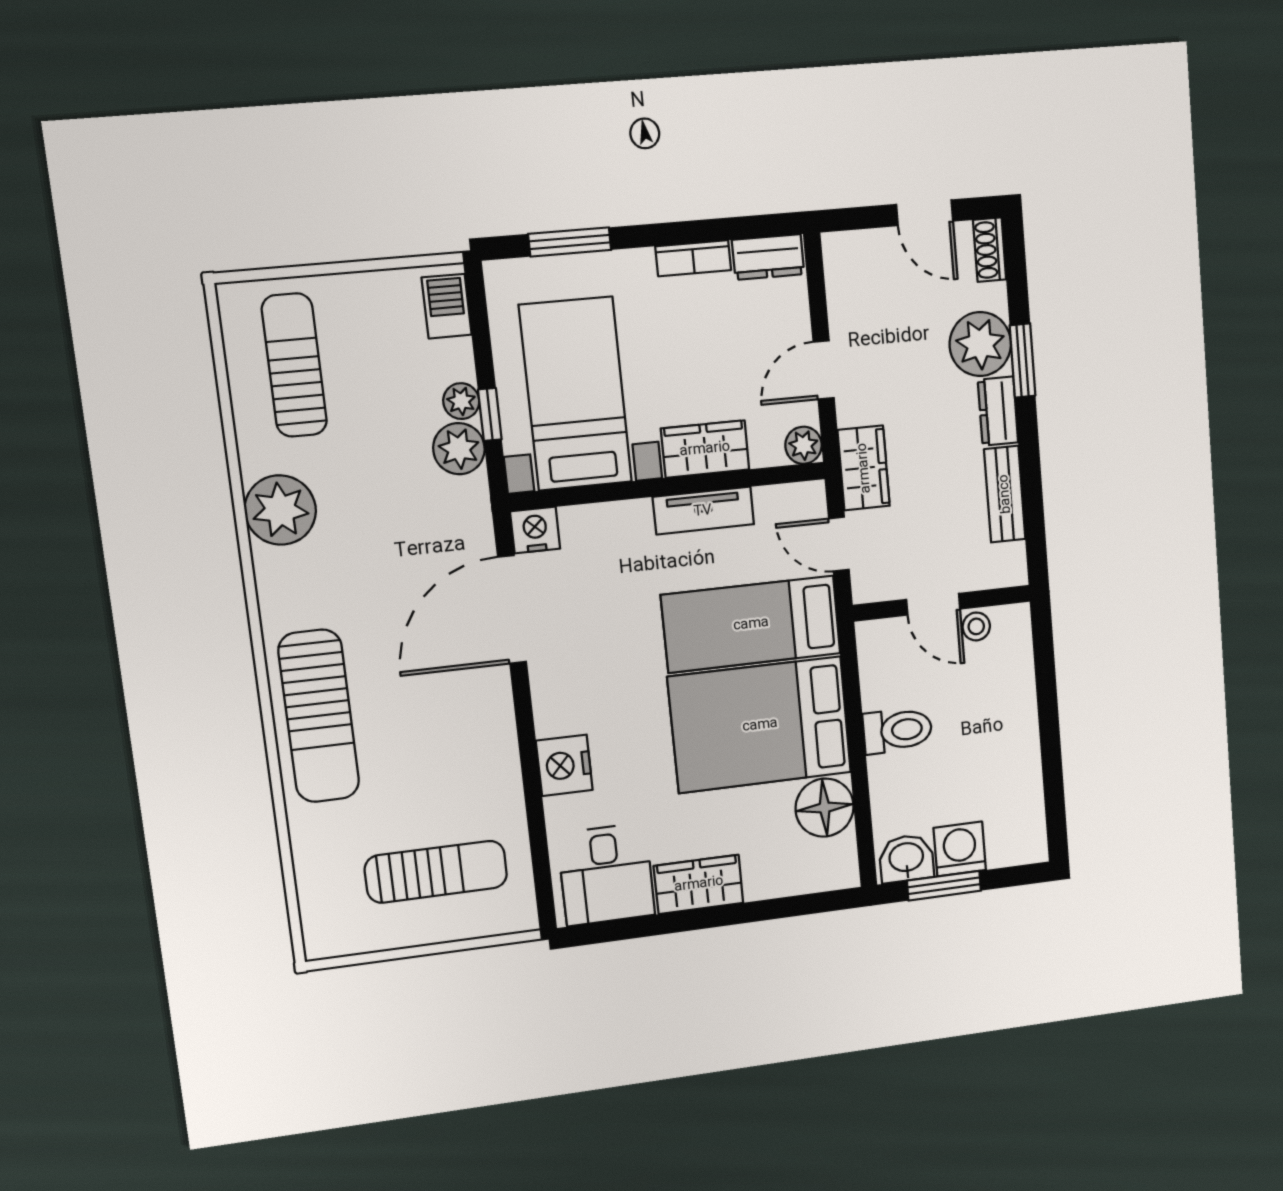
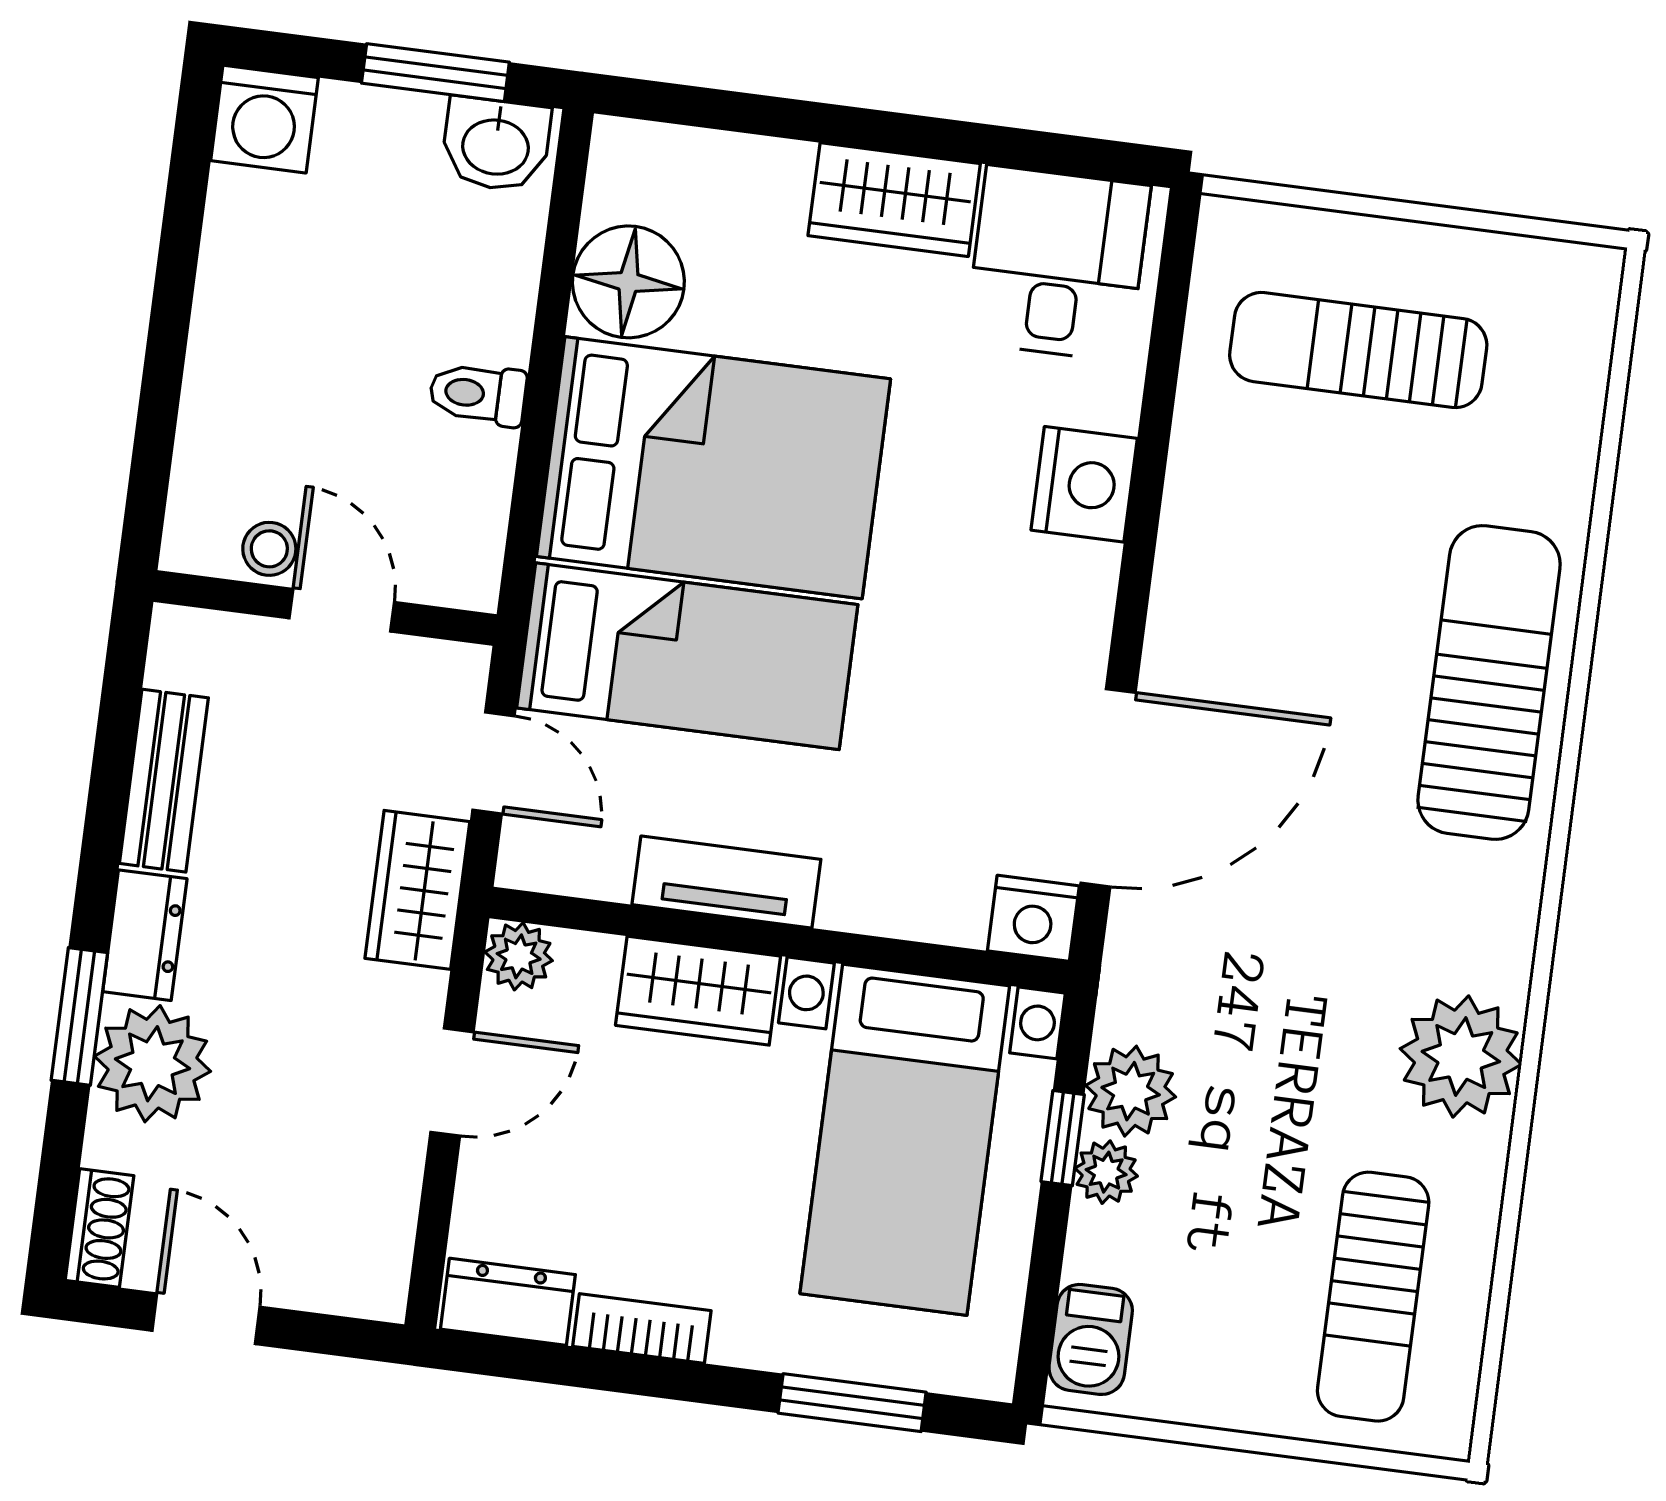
toilet: (898, 730) -> (478, 394), width x0.73, depth x0.72
washing machine: (960, 849) -> (265, 119), moved

